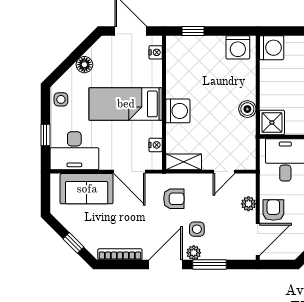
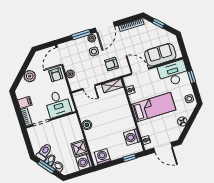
washing machine: (178, 111) -> (132, 137), moved
shower: (272, 123) -> (80, 148), moved
door: (224, 172) -> (89, 87), swing flipped

